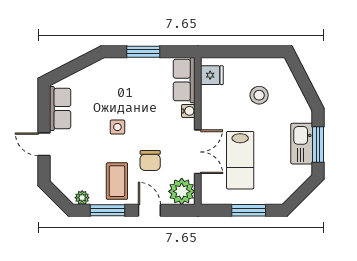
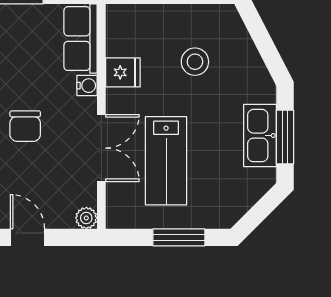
fridge: (212, 75) -> (123, 72), moved
chair: (150, 161) -> (25, 126), moved
plant: (182, 191) -> (86, 218), width x0.53, depth x0.53

